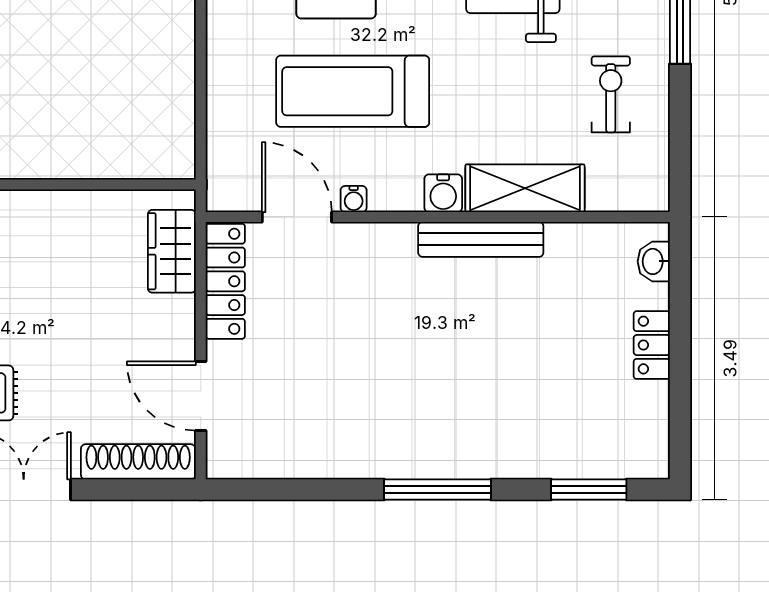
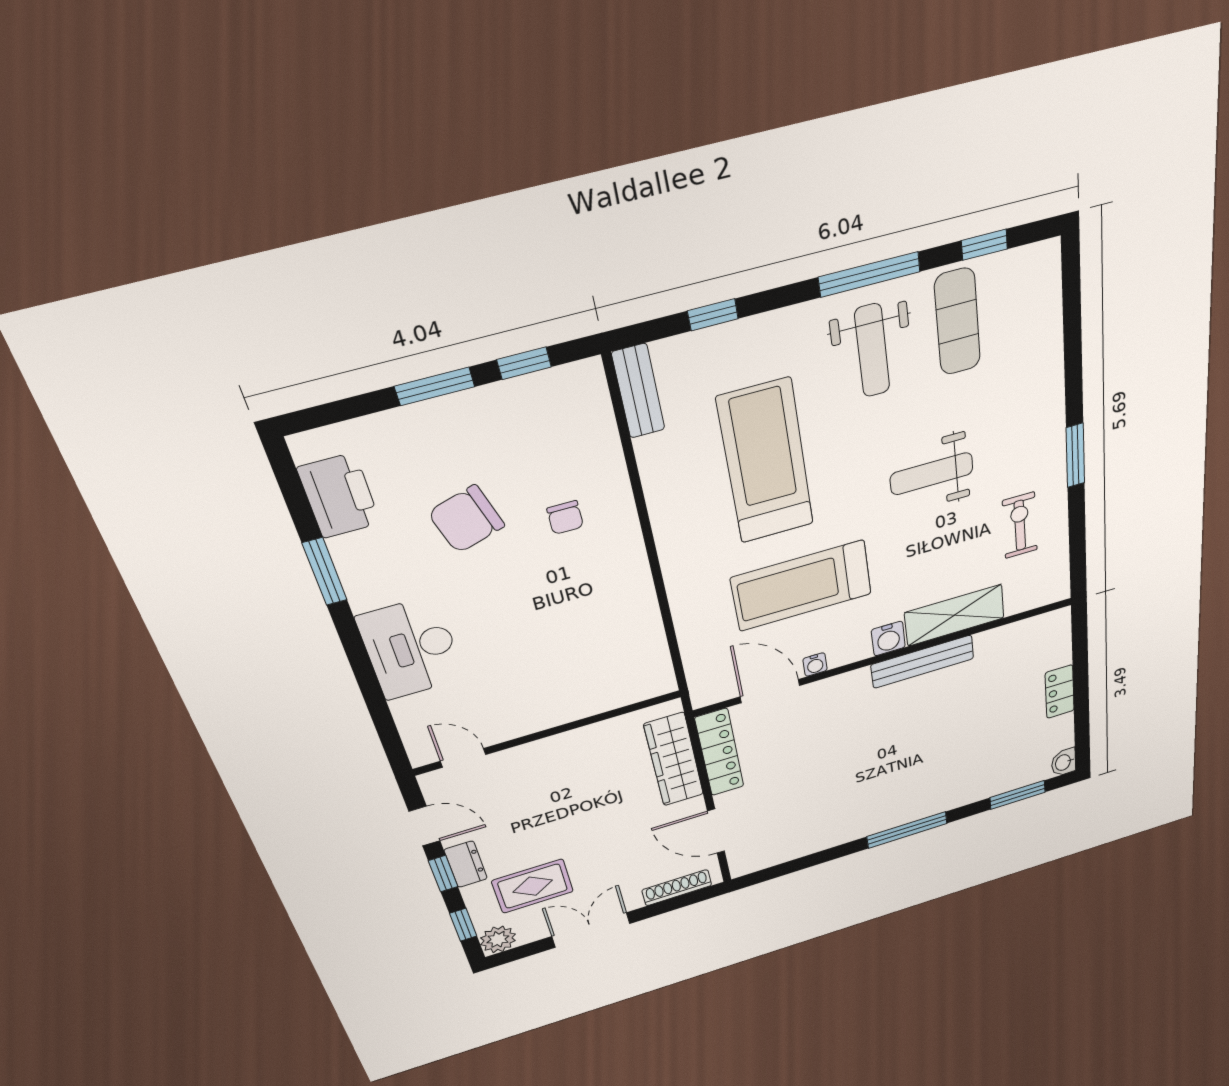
wardrobe: (172, 251) -> (674, 760), width x1.50
washbasin: (654, 261) -> (1064, 762), moved
shoe rack: (138, 462) -> (677, 888), width x0.74, depth x0.81

